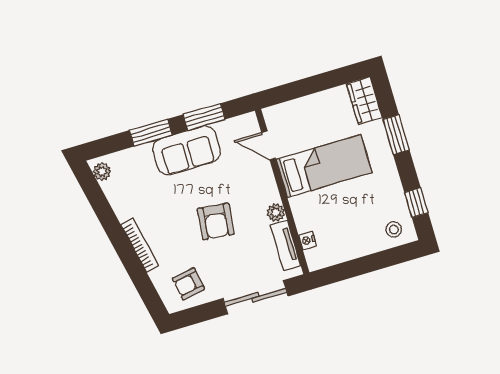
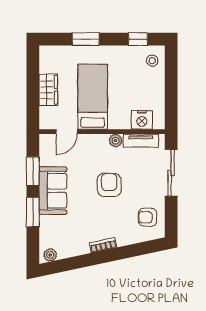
wardrobe: (364, 101) -> (48, 90), moved, turned -90
armchair: (216, 221) -> (109, 185), turned -96
nightstand: (307, 240) -> (142, 120), width x1.89, depth x1.79
bookcase: (140, 245) -> (103, 245), width x0.64
armchair: (188, 284) -> (148, 217), turned 100

